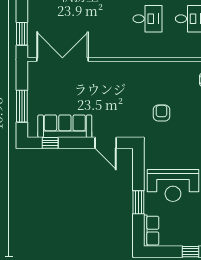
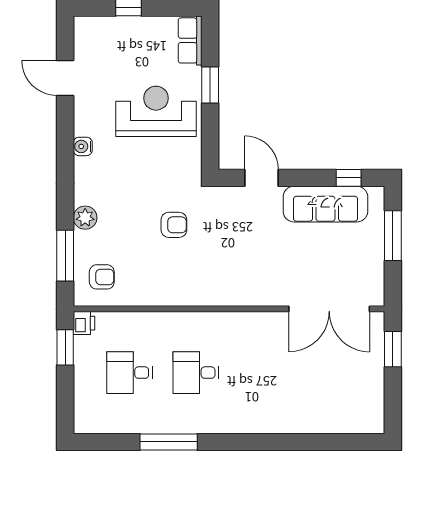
armchair: (162, 113) -> (174, 225), turned -90

